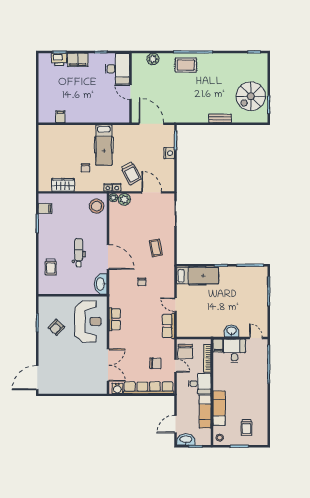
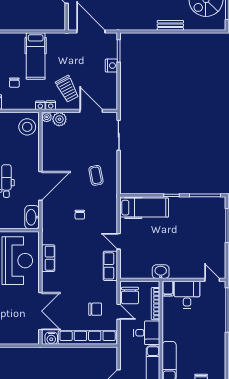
door: (108, 257) -> (40, 186), hinge flipped
washbasin: (231, 331) -> (161, 272), moved

